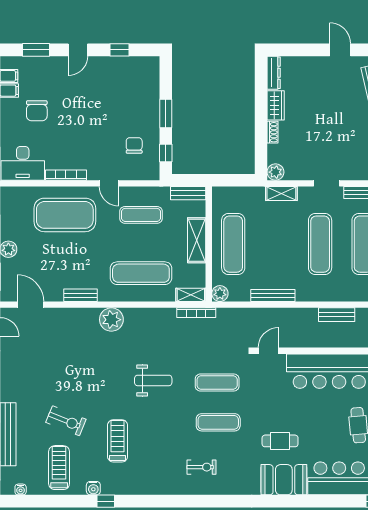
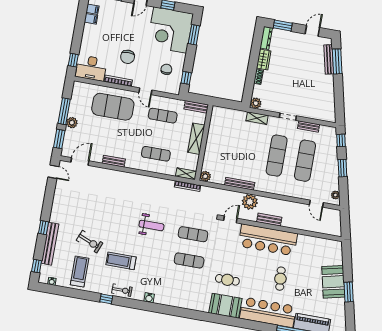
window: (295, 50) -> (283, 25), added
door: (340, 50) -> (312, 31), hinge flipped
corner desk: (129, 86) -> (170, 30), added
chair: (37, 111) -> (128, 57), moved
window: (166, 113) -> (194, 35), moved
exercise mat: (233, 244) -> (220, 145), removed
exercise mat: (141, 273) -> (156, 154), width x0.73, depth x0.69
door: (30, 305) -> (80, 161), hinge flipped
bench: (337, 315) -> (269, 220), moved
plant: (111, 320) -> (250, 202), moved
treadmill: (118, 441) -> (121, 261), turned -90
exercise bike: (202, 467) -> (122, 290), moved
water cooler: (93, 488) -> (149, 298), moved

